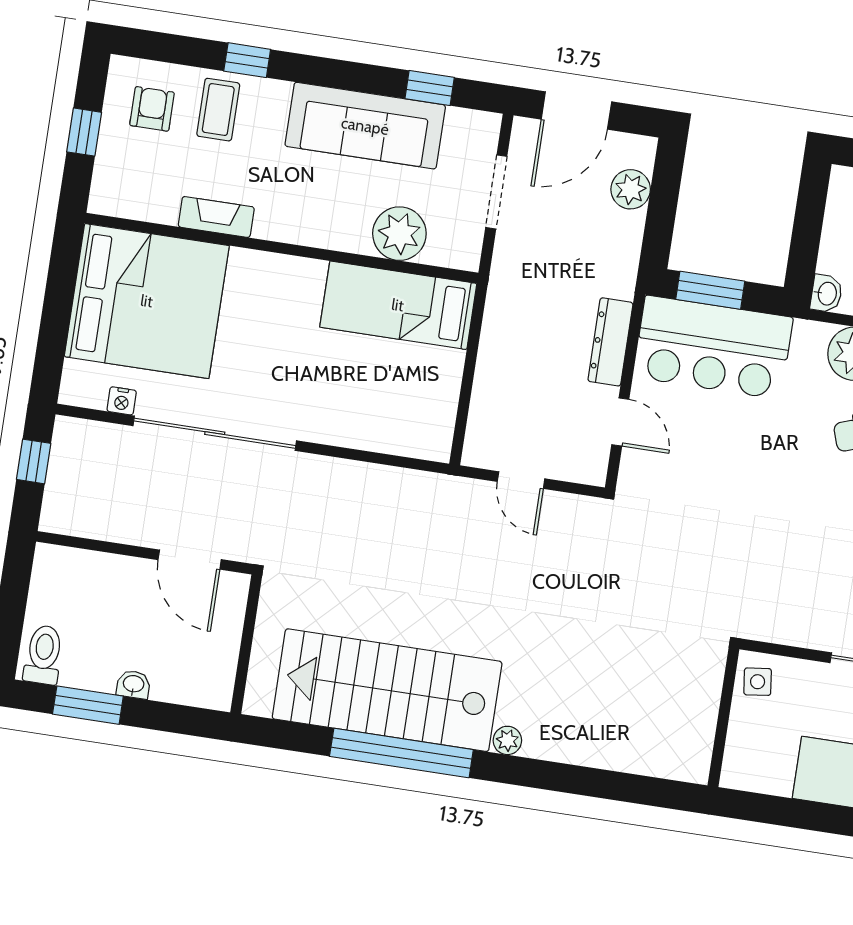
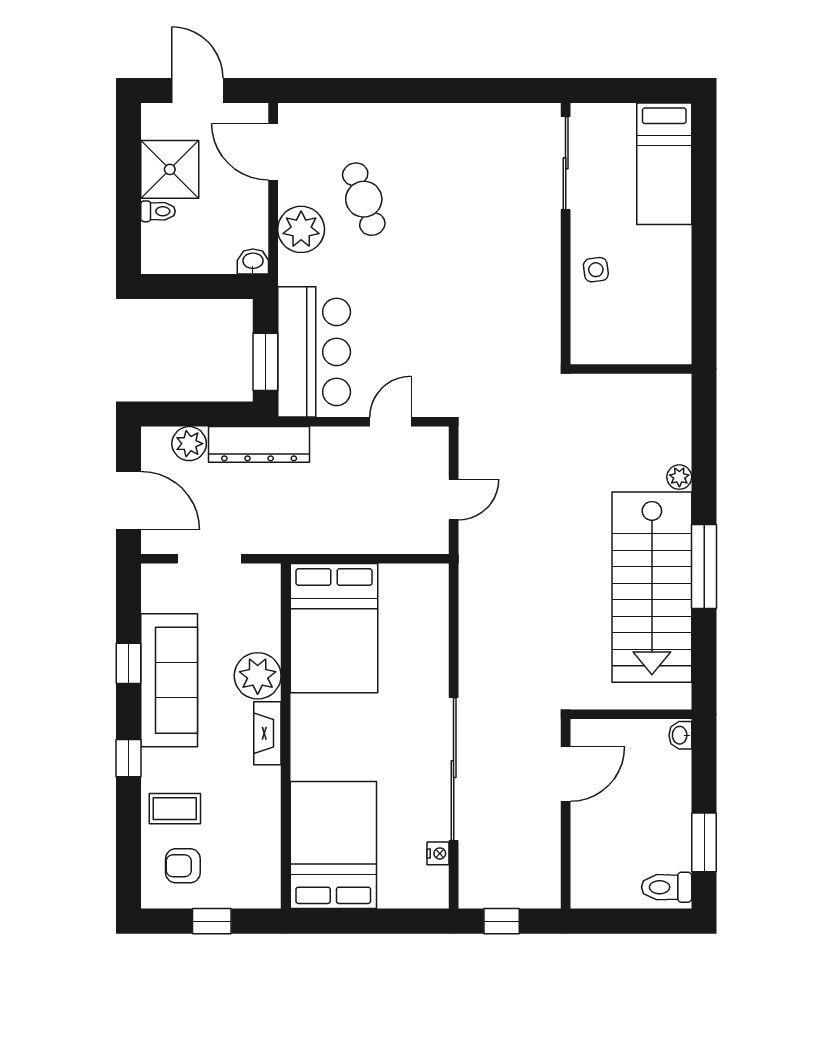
window: (247, 60) -> (129, 758), moved
window: (430, 88) -> (129, 663), moved
fireplace: (216, 217) -> (267, 733), moved
plant: (399, 234) -> (258, 676), moved
bed: (147, 301) -> (333, 845), width x0.73
bed: (398, 305) -> (334, 628), width x1.50
dresser: (610, 342) -> (259, 444), moved, width x1.37, depth x1.24
washbasin: (133, 684) -> (680, 735), moved
wall: (723, 717) -> (631, 369), moved
window: (401, 753) -> (704, 567), width x0.68

